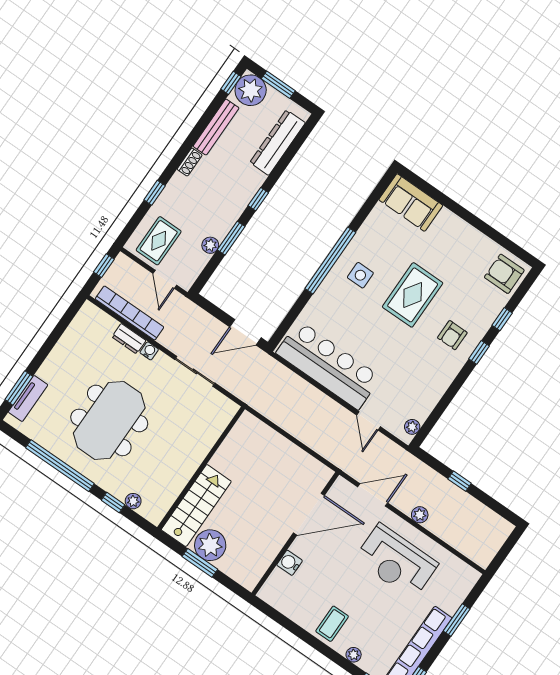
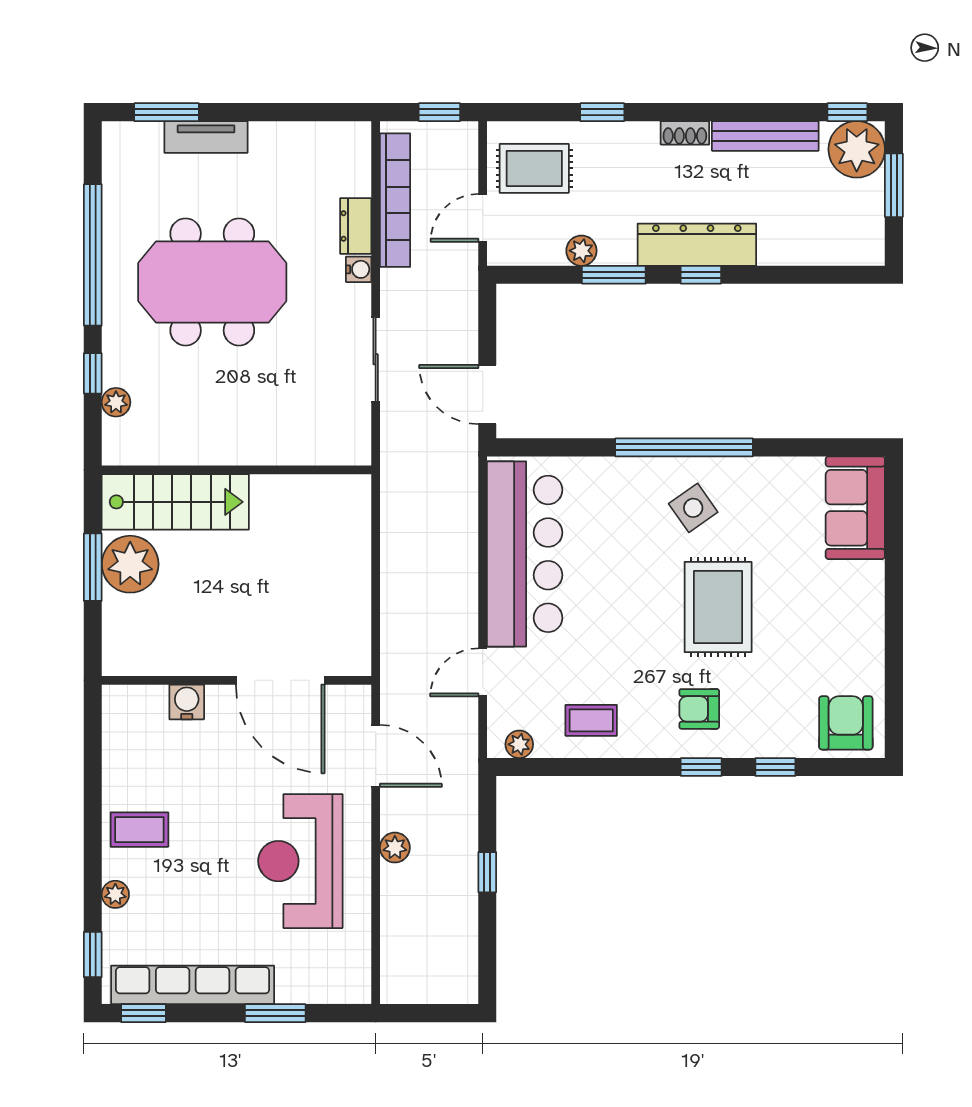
dresser: (278, 143) -> (697, 245), moved
side table: (360, 275) -> (693, 508), turned -35
rug: (413, 295) -> (718, 607), turned 90
coffee table: (424, 387) -> (591, 720), added
tv unit: (28, 398) -> (206, 137), moved

